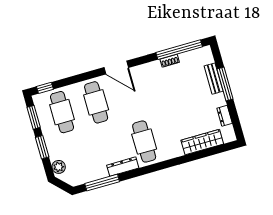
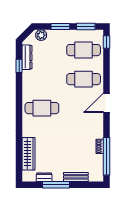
window: (225, 84) -> (56, 185), moved
dresser: (123, 167) -> (27, 57), moved
window: (102, 183) -> (19, 66), width x0.46

